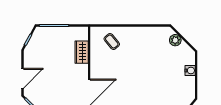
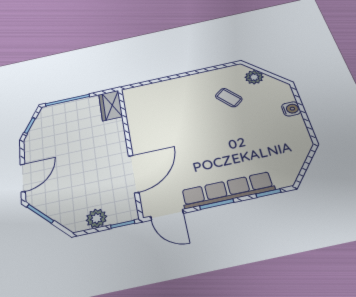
coffee table: (112, 41) -> (229, 98), moved
wardrobe: (82, 52) -> (111, 105), moved

